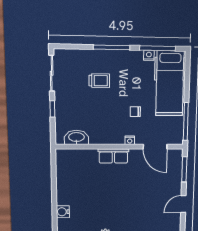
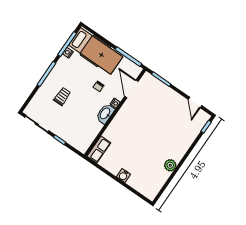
washbasin: (76, 137) -> (105, 114), moved
door: (155, 147) -> (131, 89), swing flipped
row of seats: (113, 156) -> (99, 149), moved
door: (183, 204) -> (195, 102), moved
water cooler: (63, 212) -> (123, 176), moved

